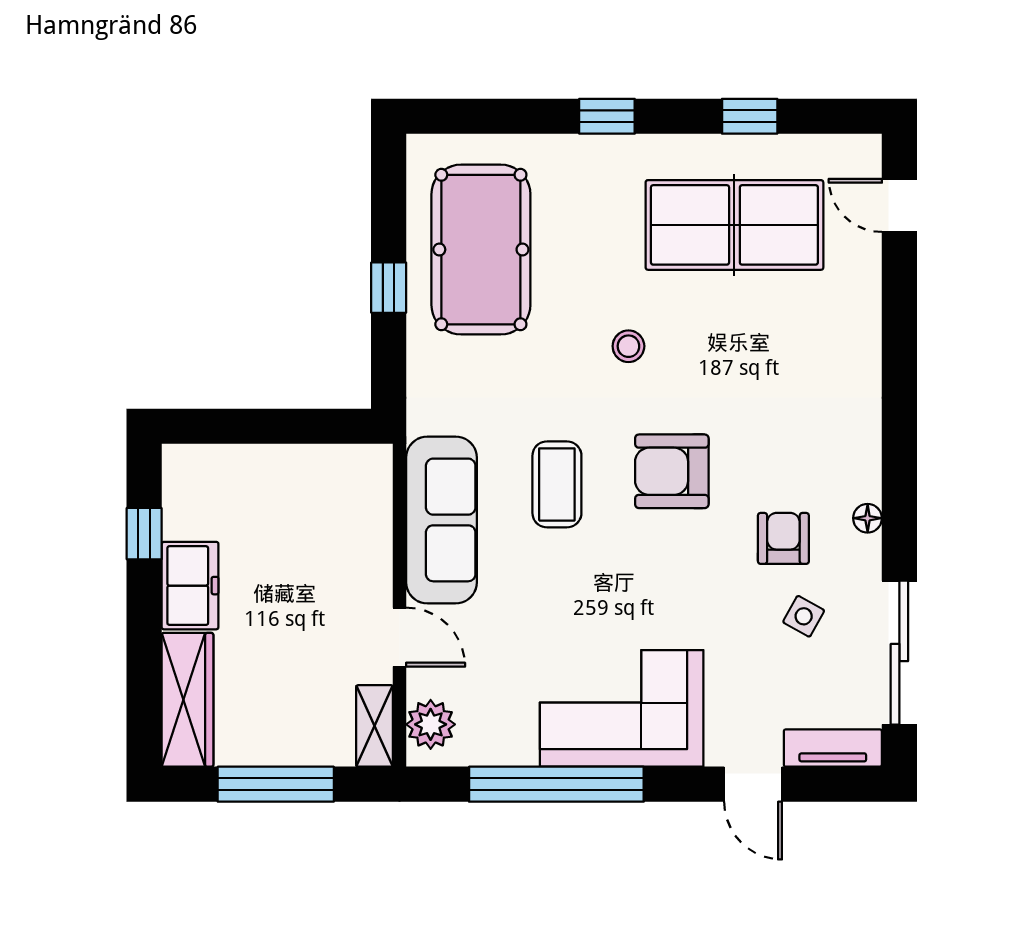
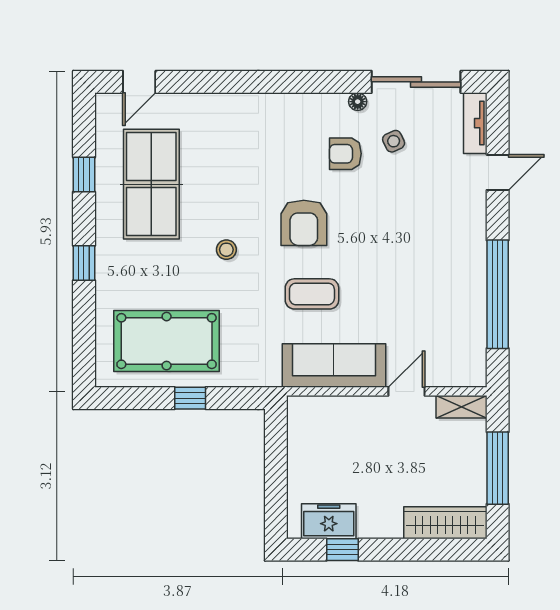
floor lamp: (868, 518) -> (358, 102), moved
freezer: (190, 586) -> (329, 521), moved
side table: (804, 616) -> (394, 141), turned 36
corner sofa: (622, 708) -> (451, 254), removed
plant: (431, 724) -> (461, 372), removed

